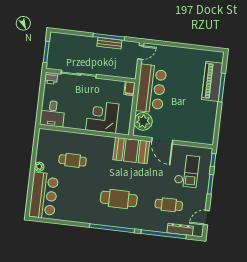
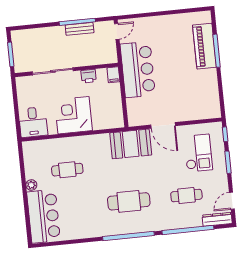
printer: (51, 78) -> (89, 76), moved
corner desk: (102, 117) -> (73, 115), moved
plant: (143, 121) -> (137, 108), removed
dresser: (180, 230) -> (217, 219), moved

